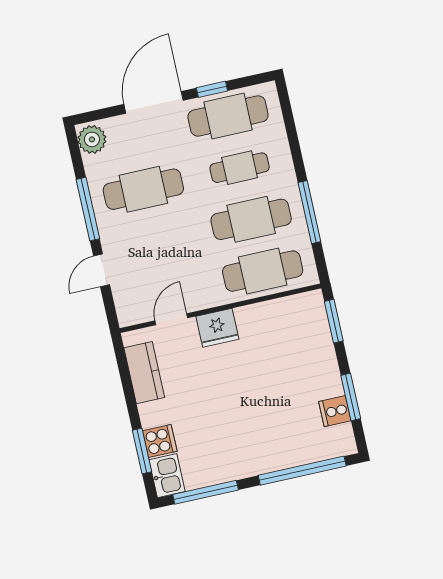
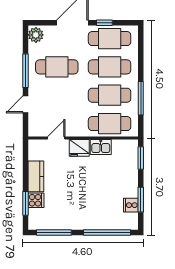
cafe table: (240, 168) -> (110, 67), width x1.37, depth x1.35
kitchen counter: (144, 373) -> (36, 176), moved
kitchen sink: (167, 476) -> (101, 147), moved, turned 90

